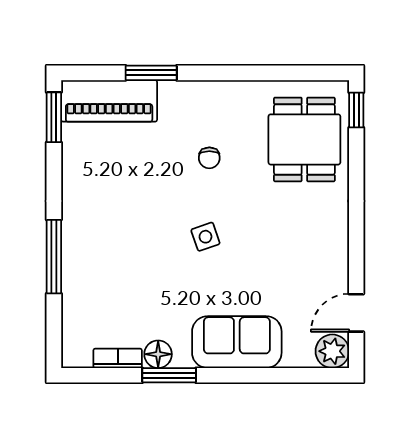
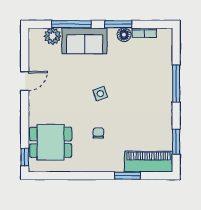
window: (54, 117) -> (176, 142), moved
dining table: (304, 139) -> (51, 142), turned 90
door: (356, 313) -> (25, 81), moved
plant: (332, 351) -> (53, 36), moved
window: (263, 375) -> (71, 24), added

